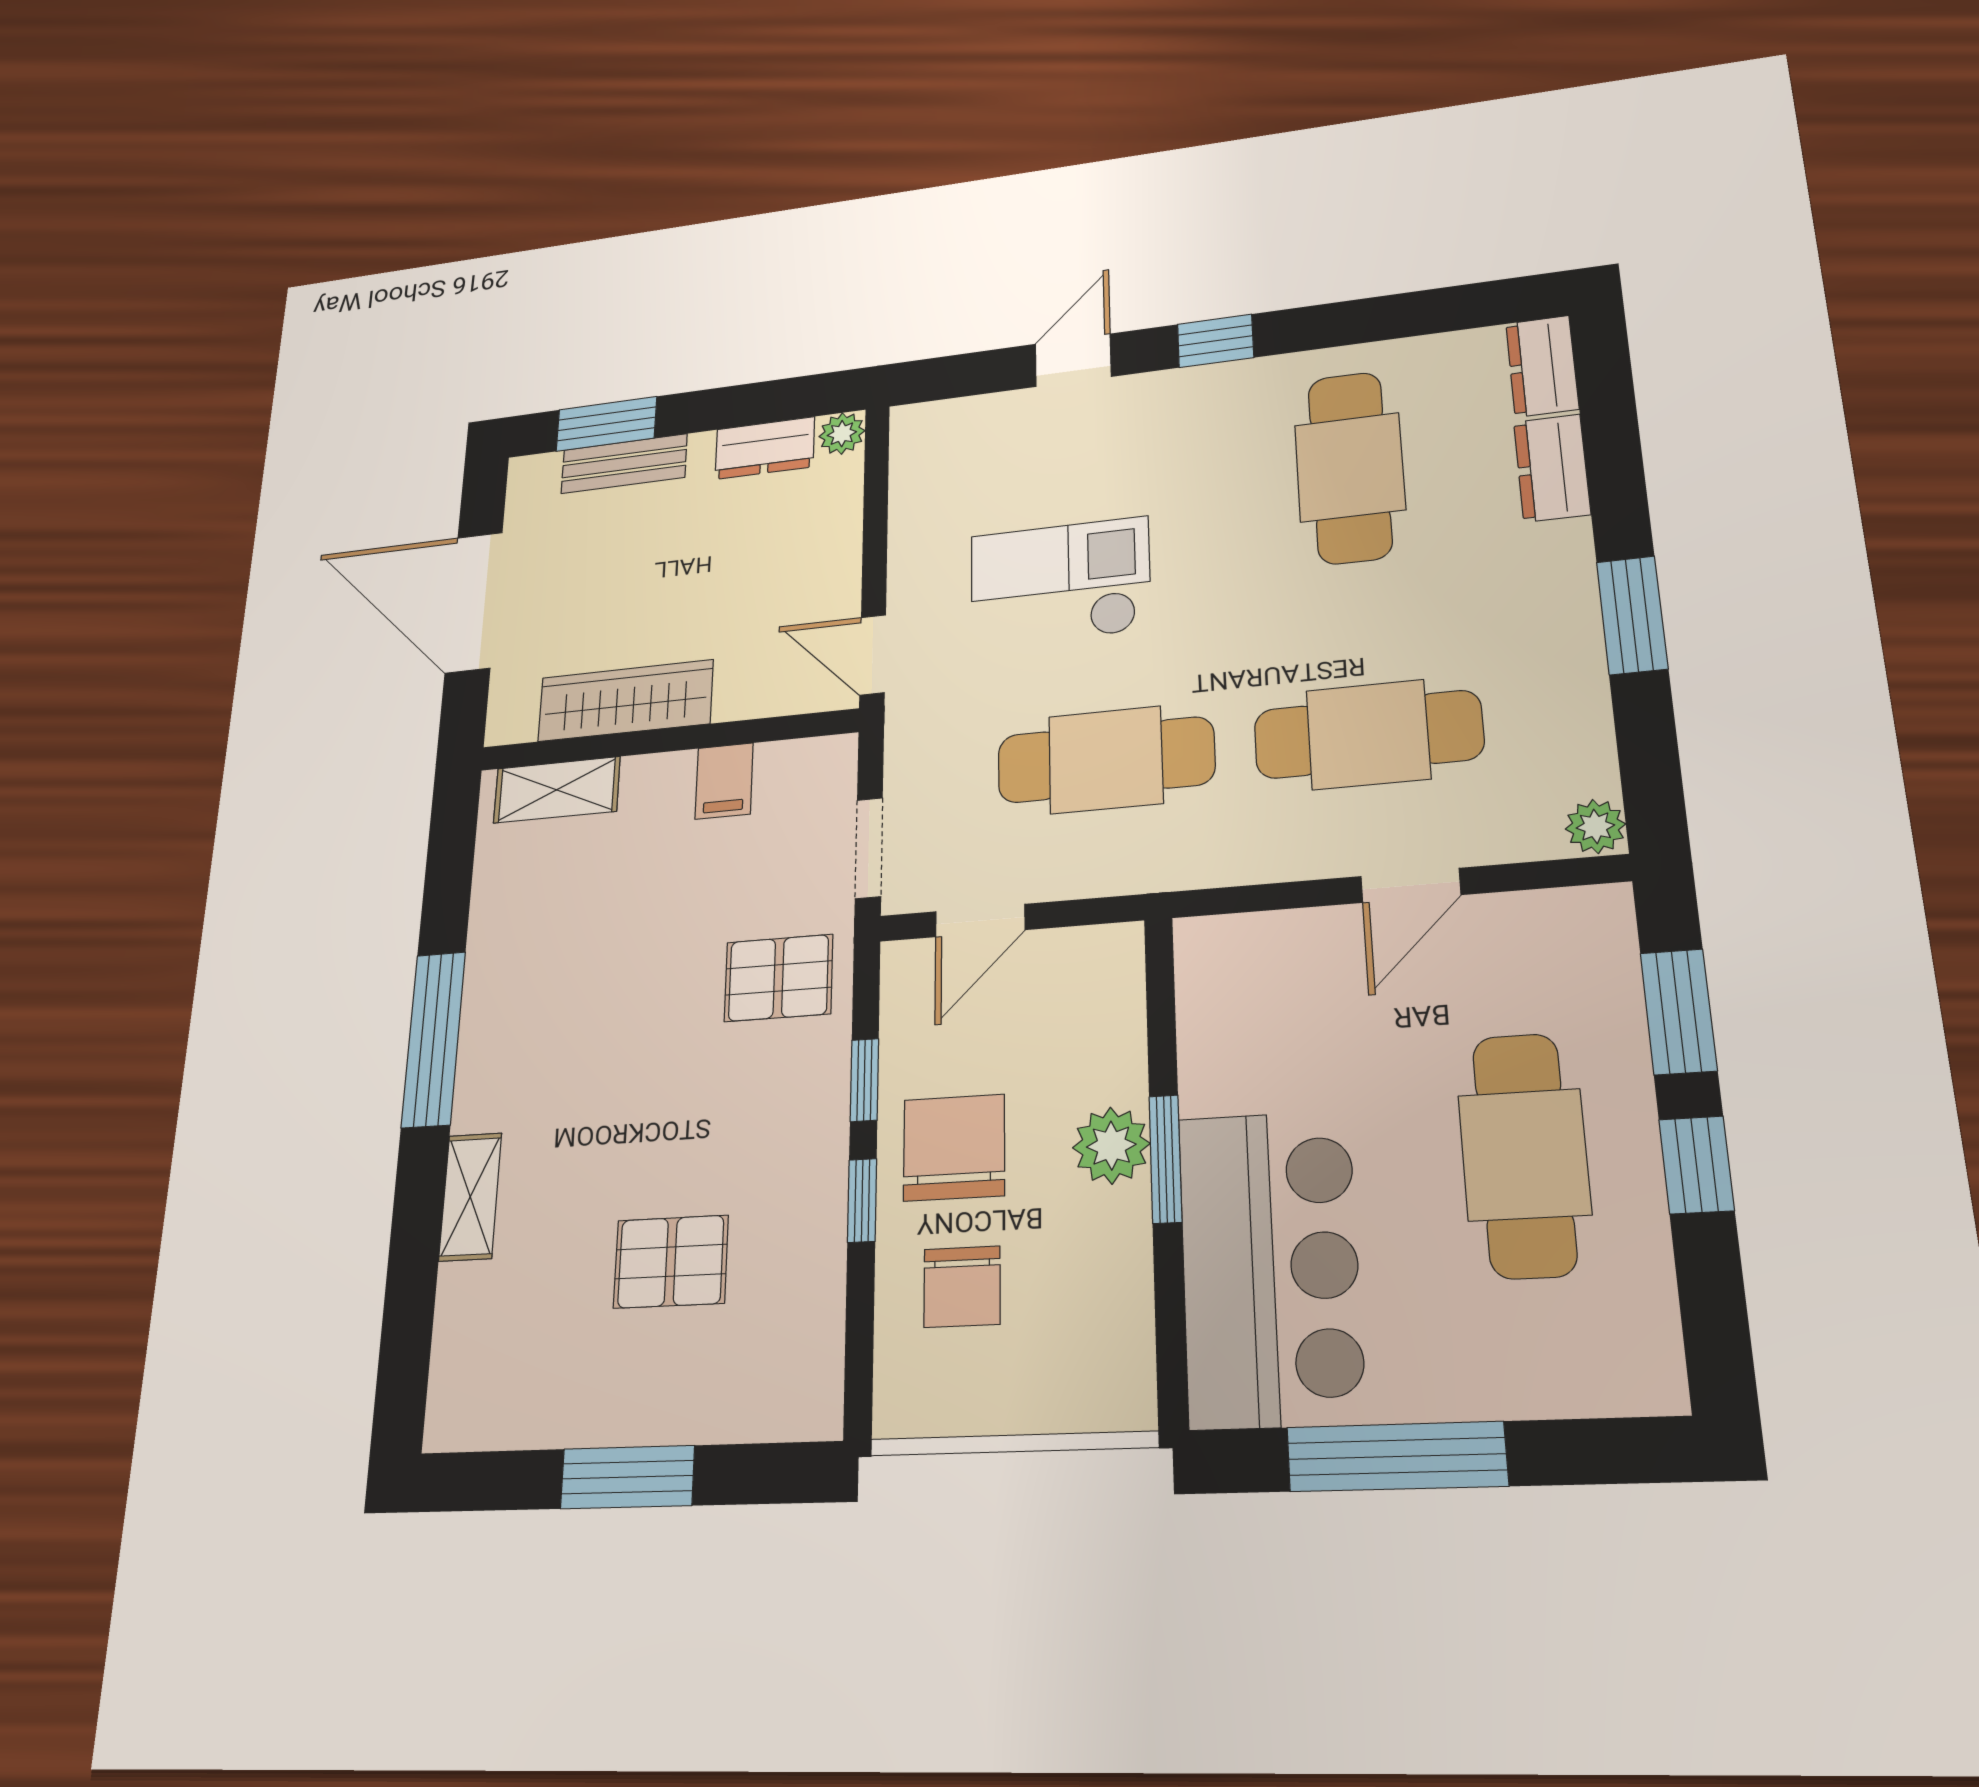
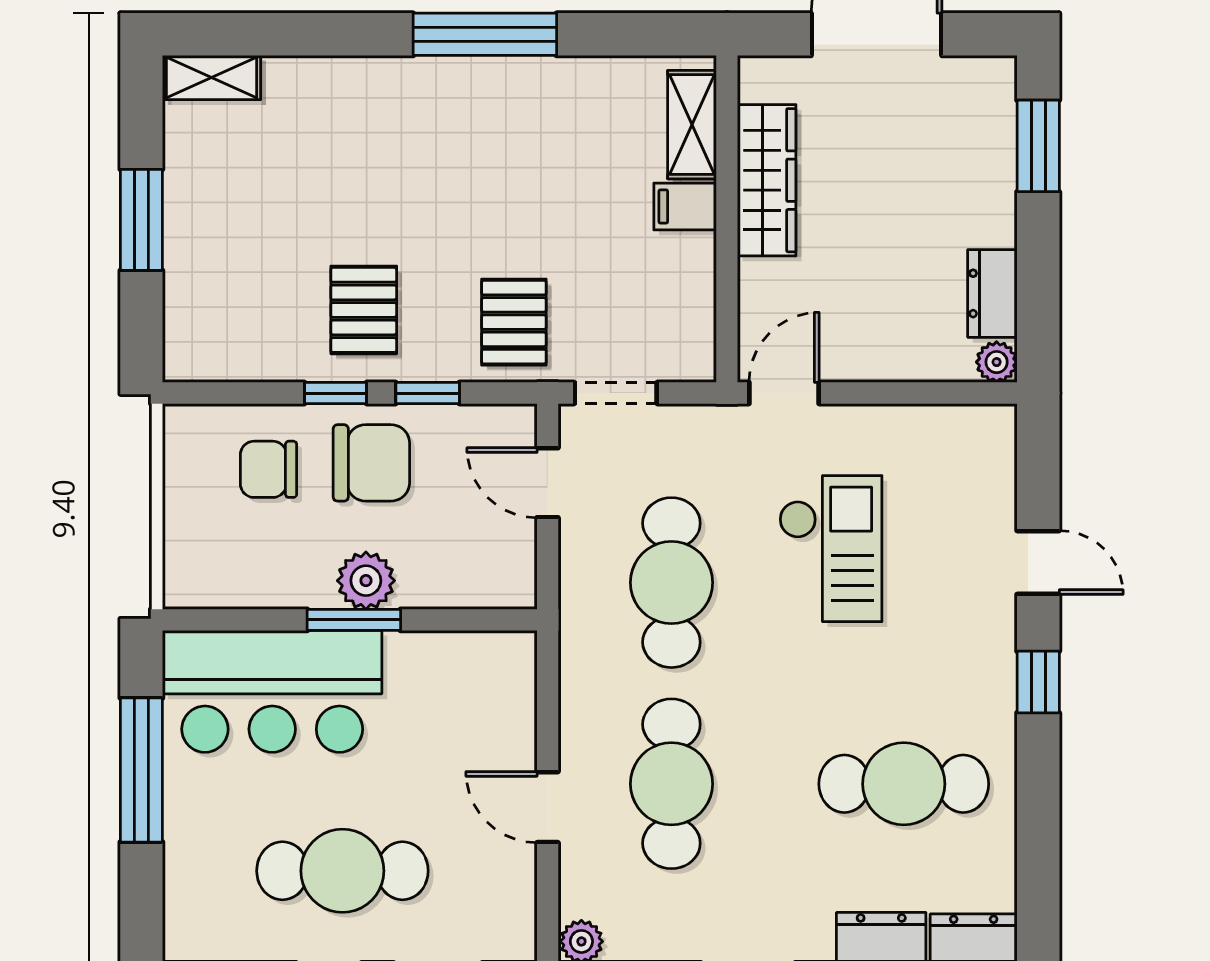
bench: (624, 464) -> (995, 165), removed
filing cabinet: (724, 781) -> (685, 206), moved
shelving: (470, 1197) -> (212, 78), moved
pallet: (671, 1262) -> (364, 310), moved

